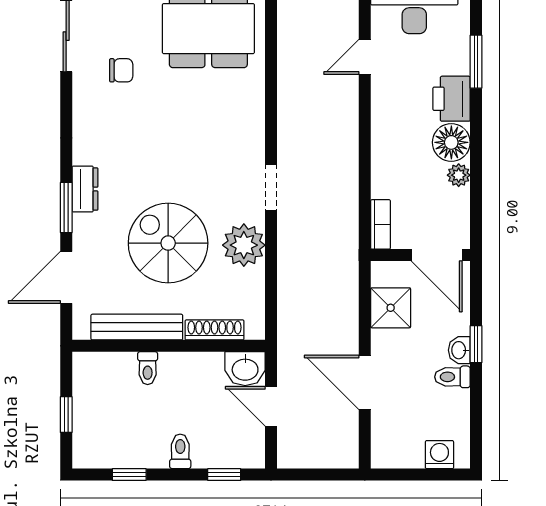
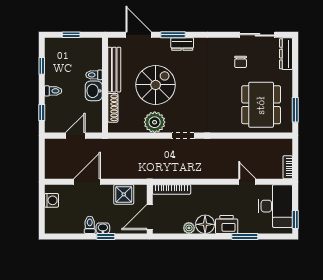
bookcase: (381, 224) -> (172, 189), width x1.56
washbasin: (245, 369) -> (94, 91), moved
washing machine: (439, 455) -> (51, 200), moved

